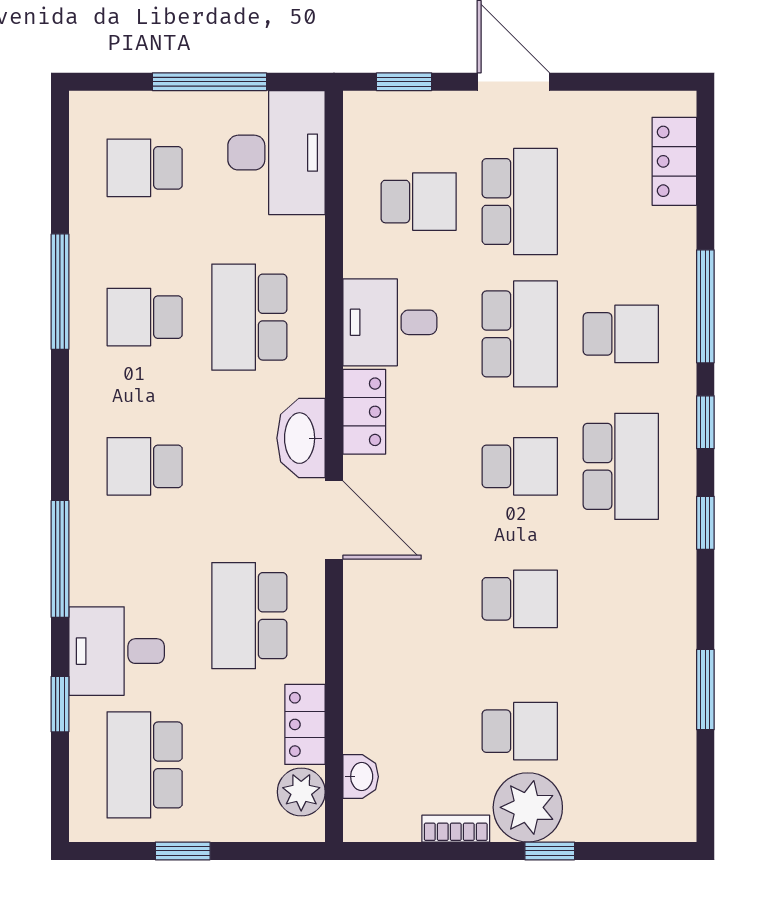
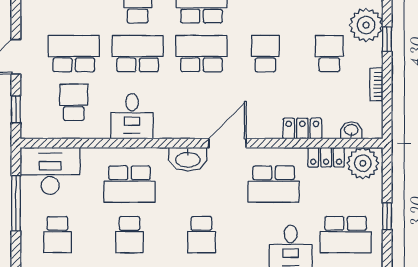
locker: (364, 412) -> (302, 129), moved
school desk: (520, 466) -> (202, 54), width x1.85
plant: (301, 792) -> (363, 163), width x1.36, depth x1.36
plant: (528, 807) -> (366, 25), moved

